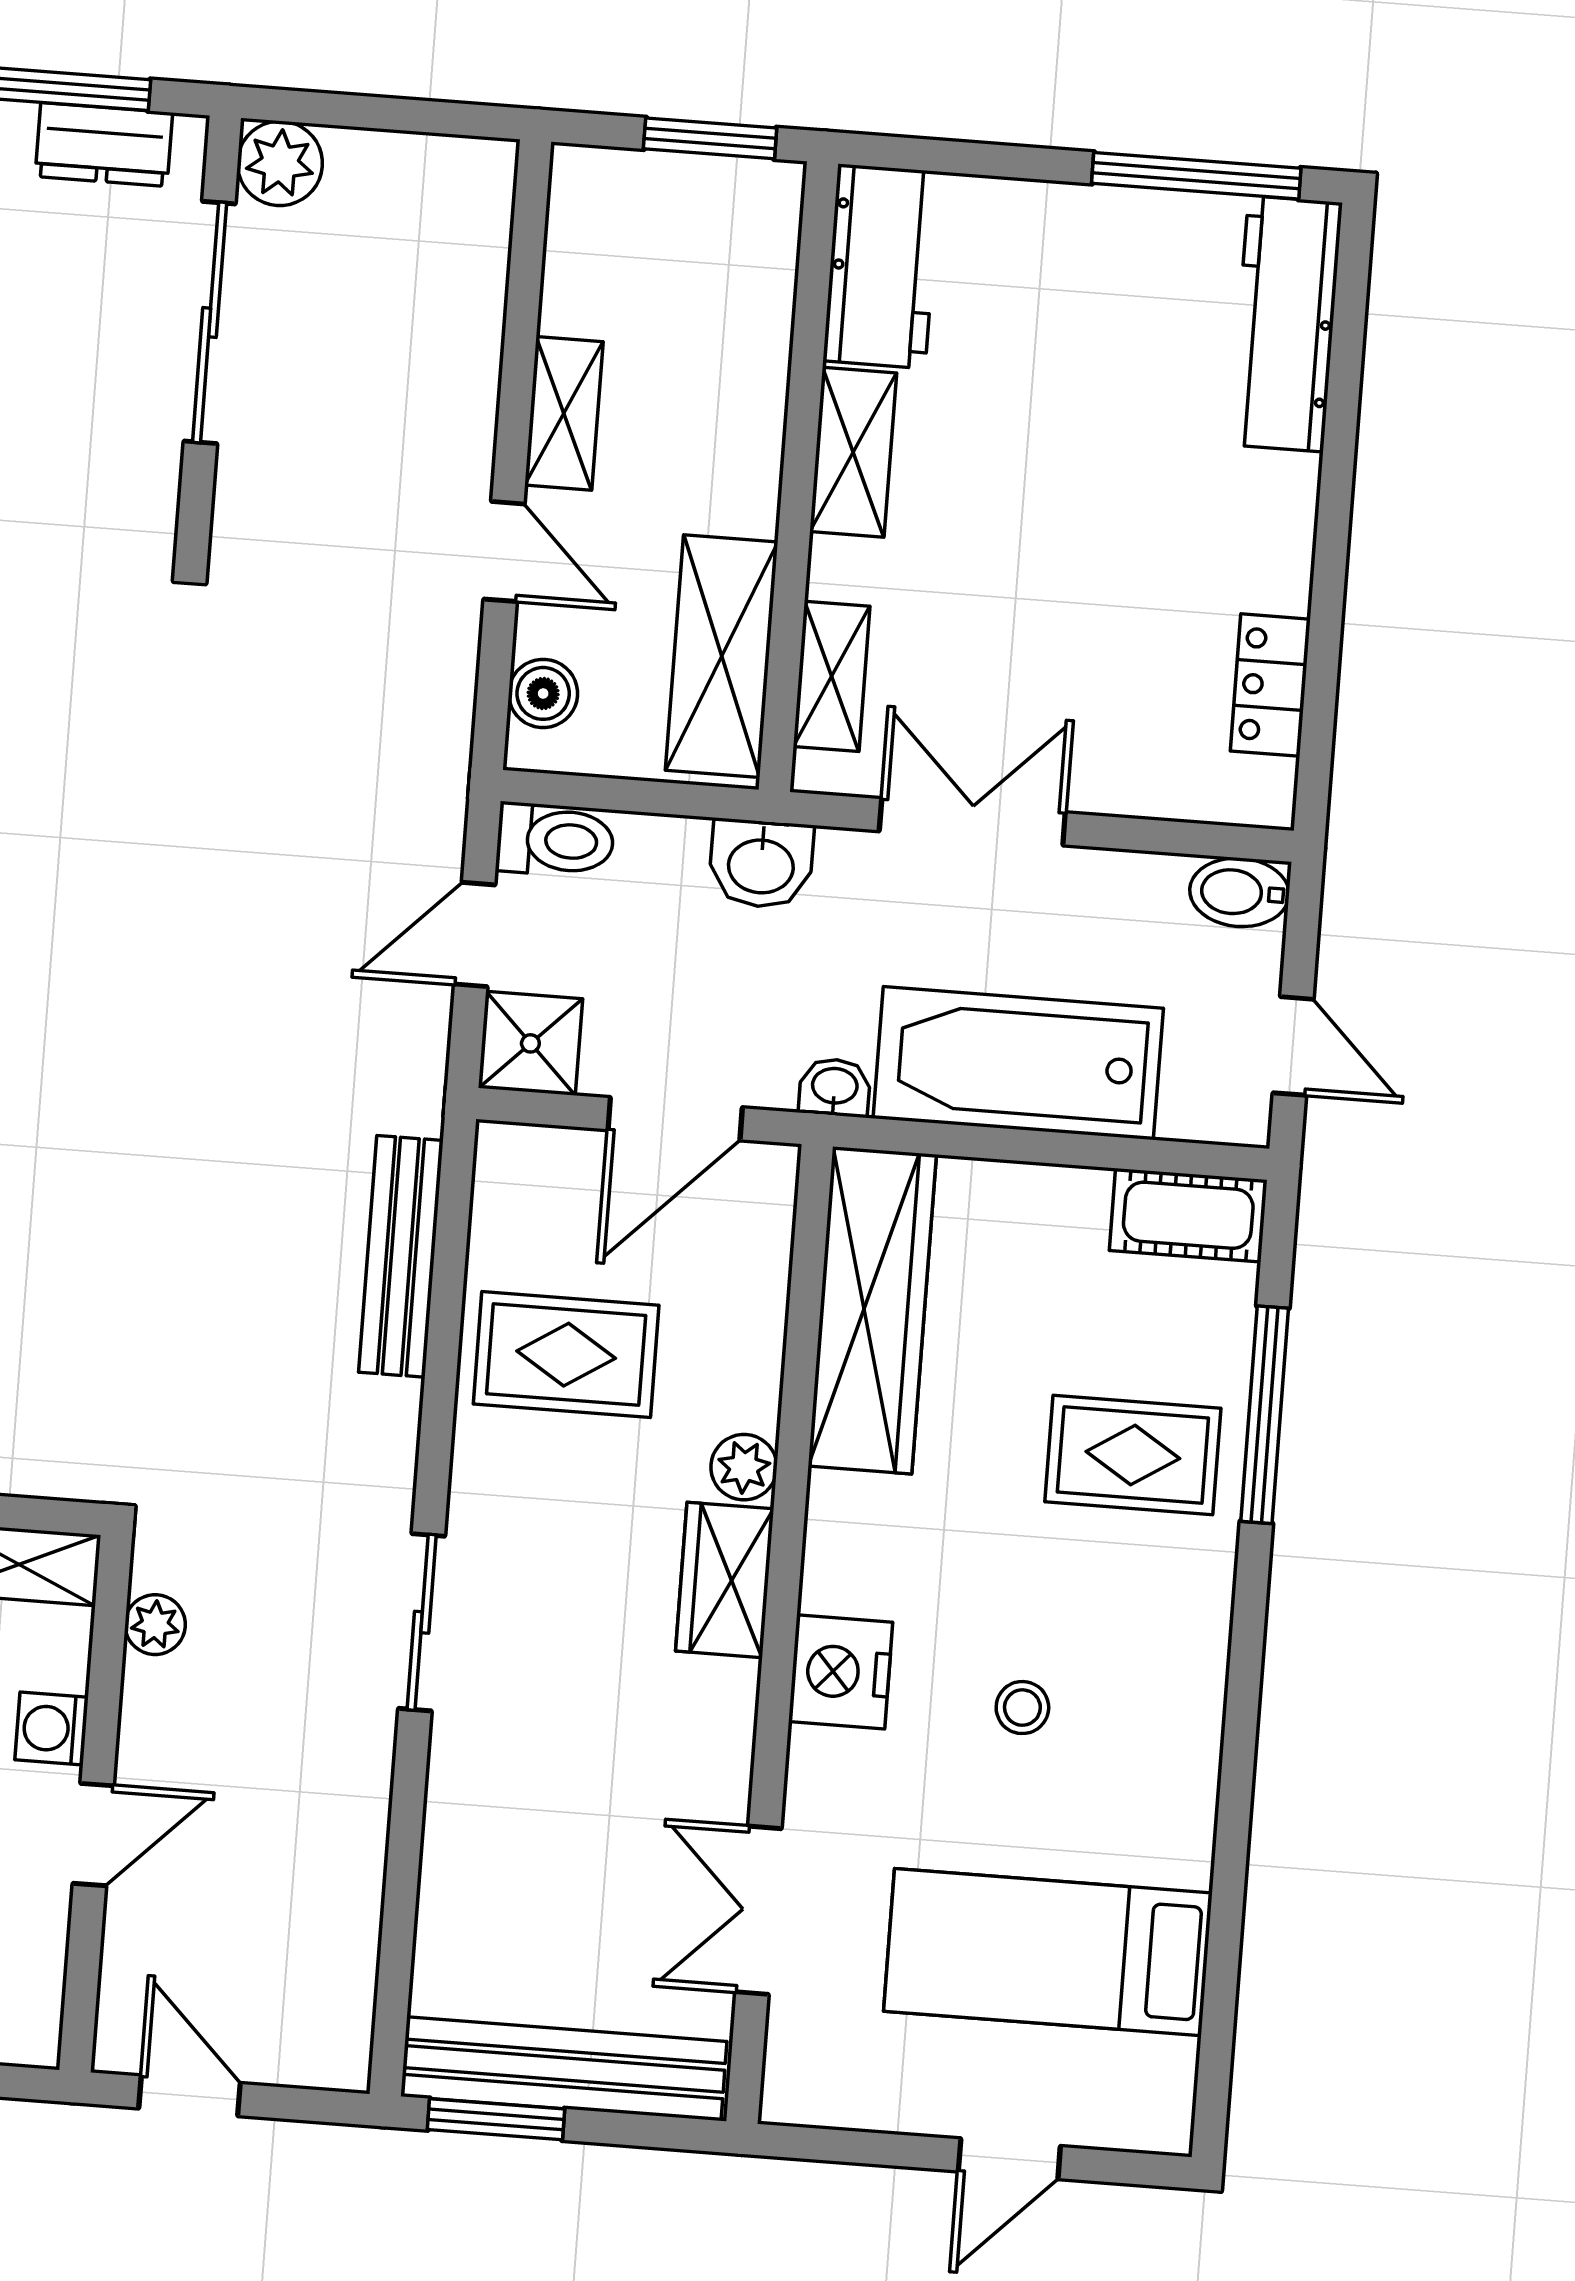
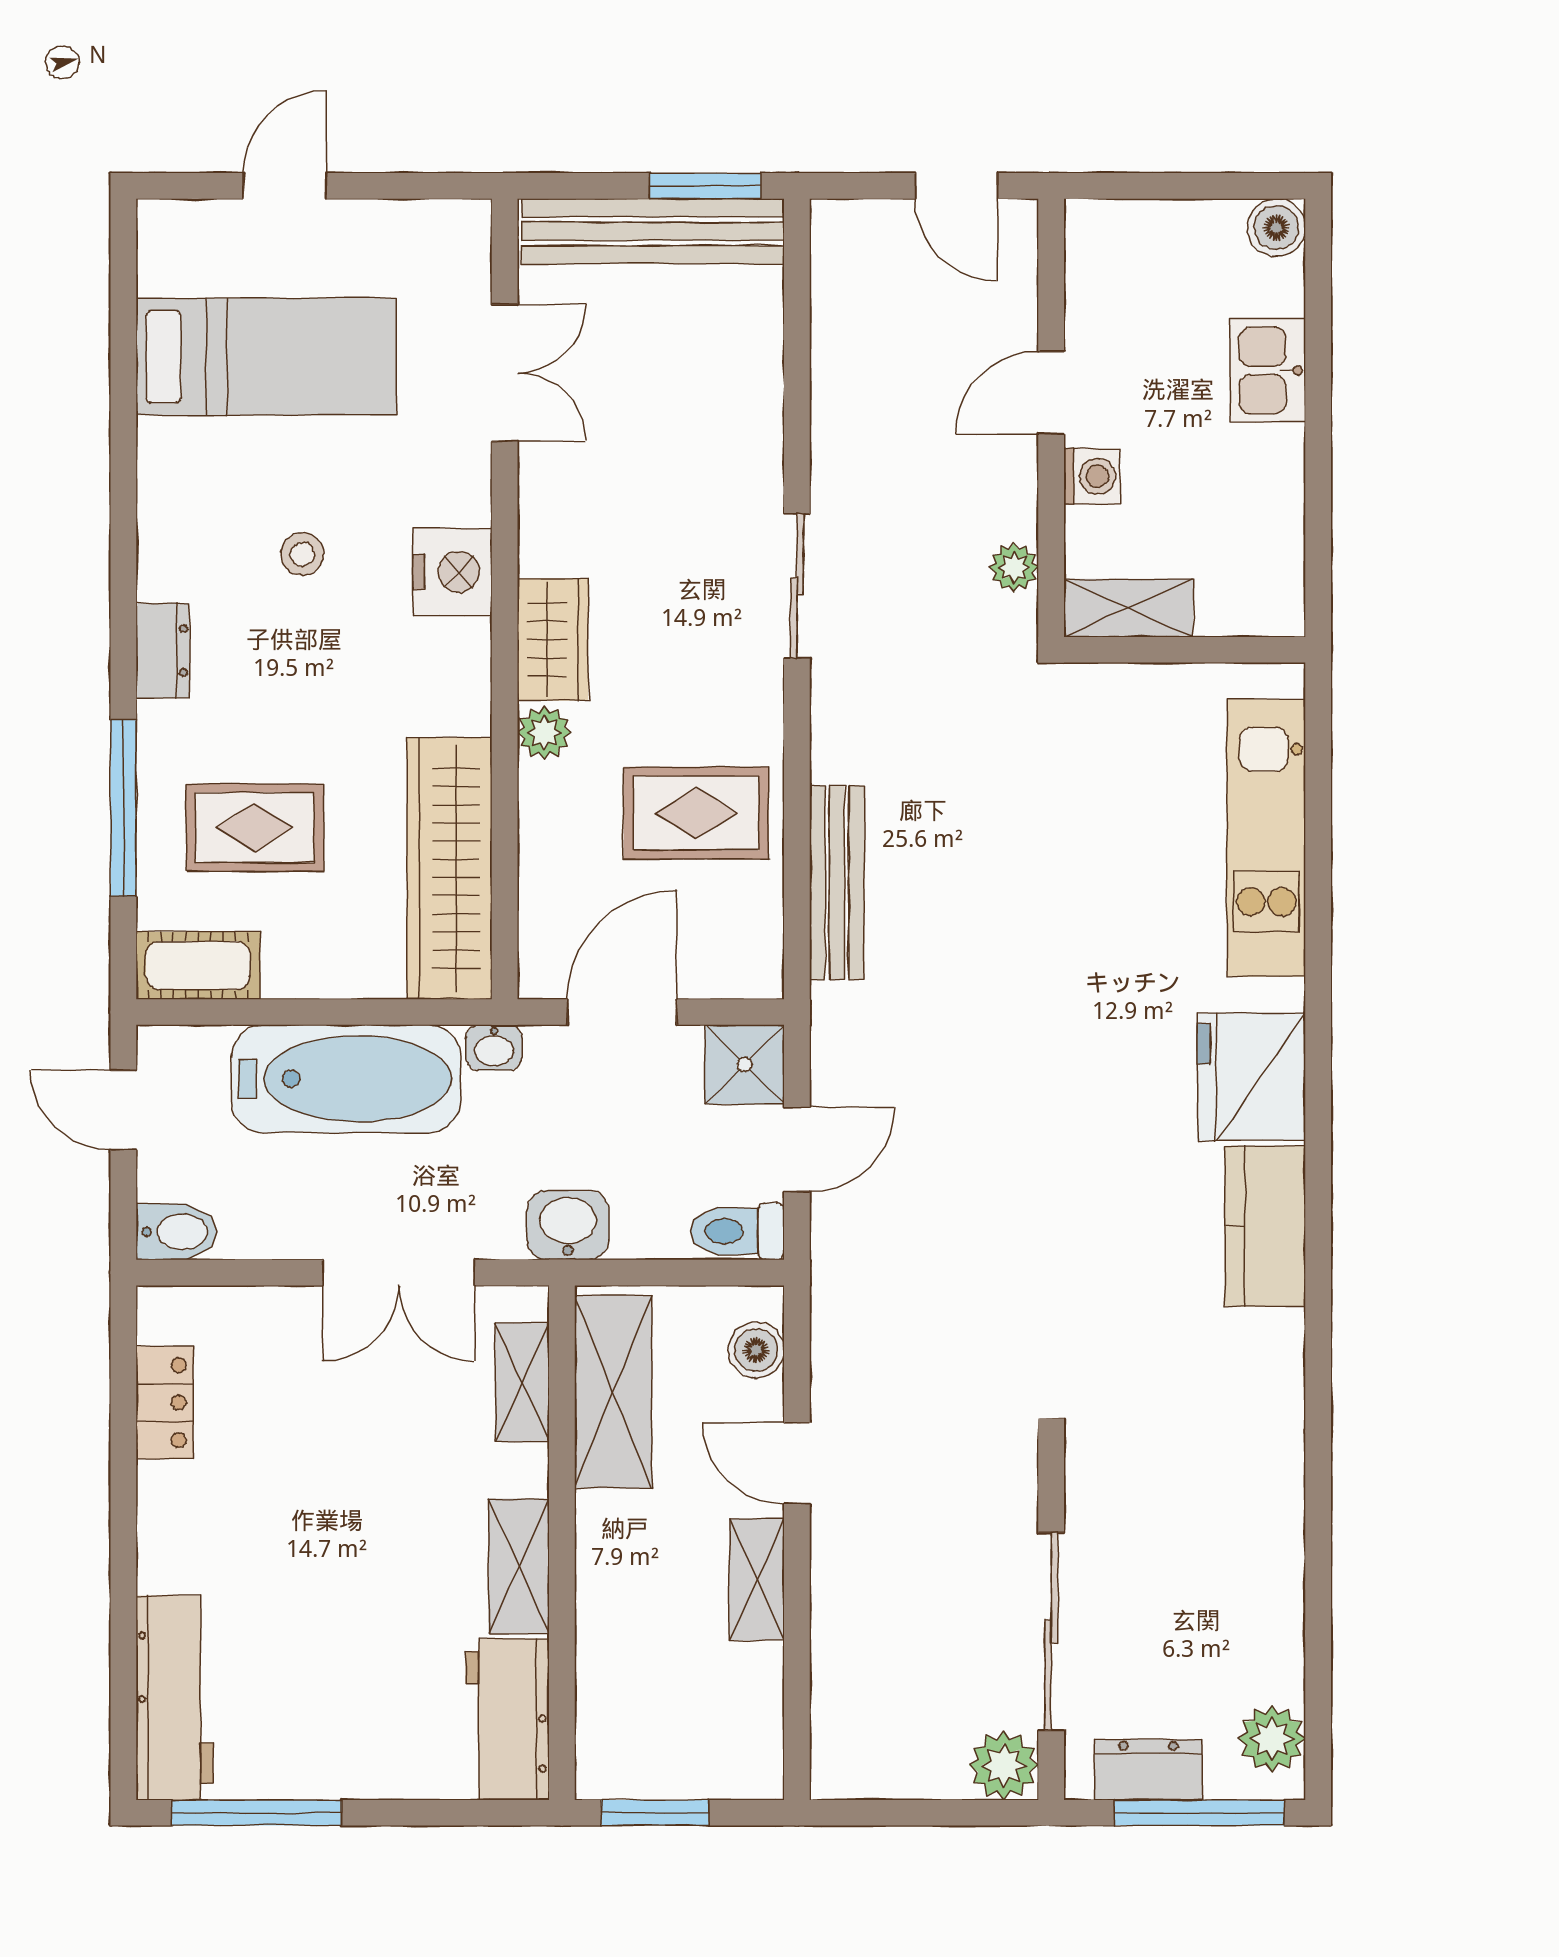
rug: (1133, 1455) -> (255, 828), moved
dresser: (1202, 1603) -> (163, 651), added

